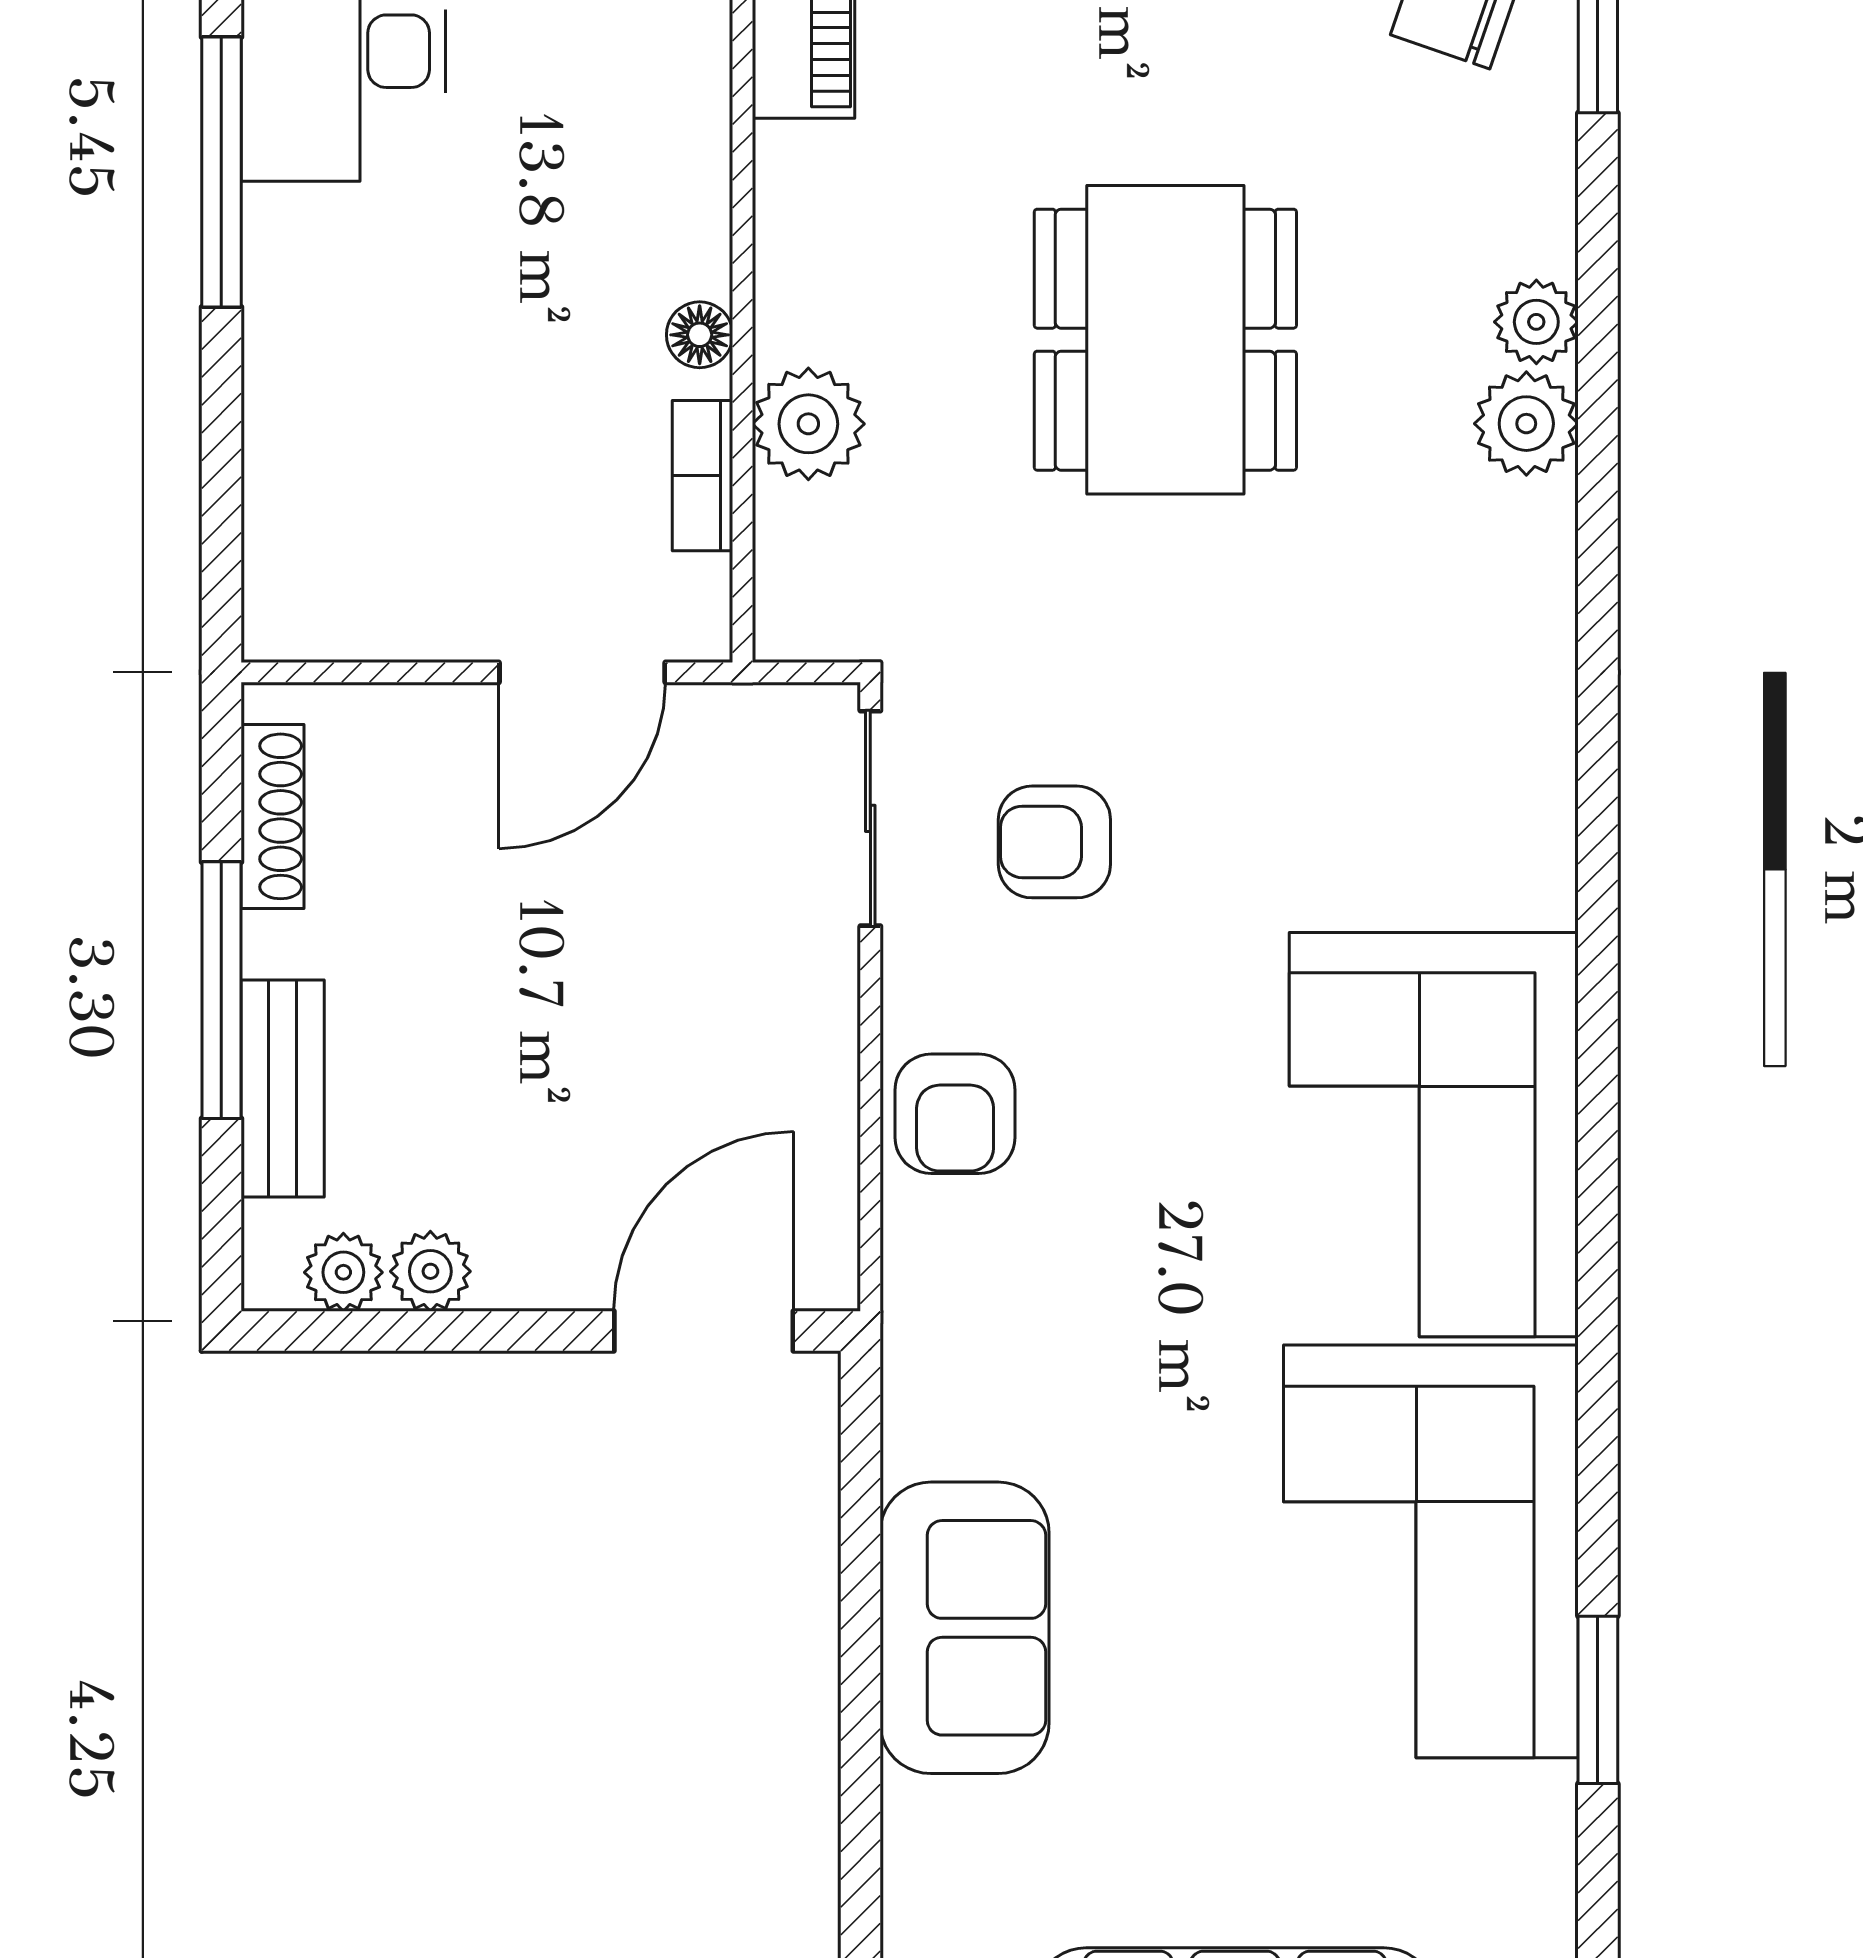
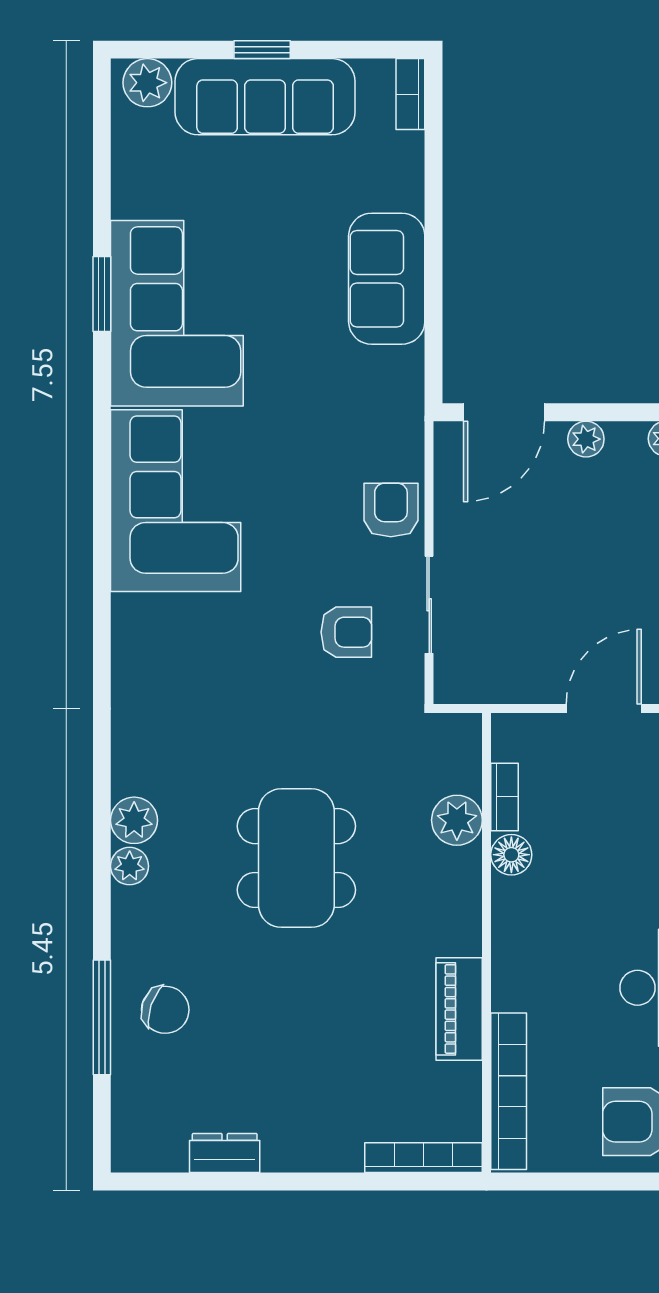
floor lamp: (700, 335) -> (511, 855), width x1.37, depth x1.37
door: (582, 672) -> (604, 708), moved
sliding door: (870, 818) -> (429, 605), moved
plant: (430, 1271) -> (586, 439), moved
window: (1598, 1700) -> (102, 294), moved

